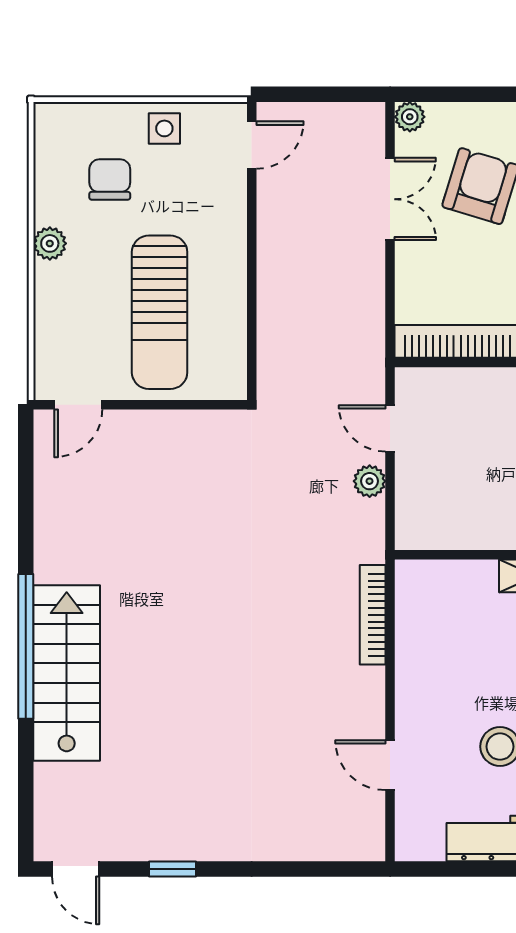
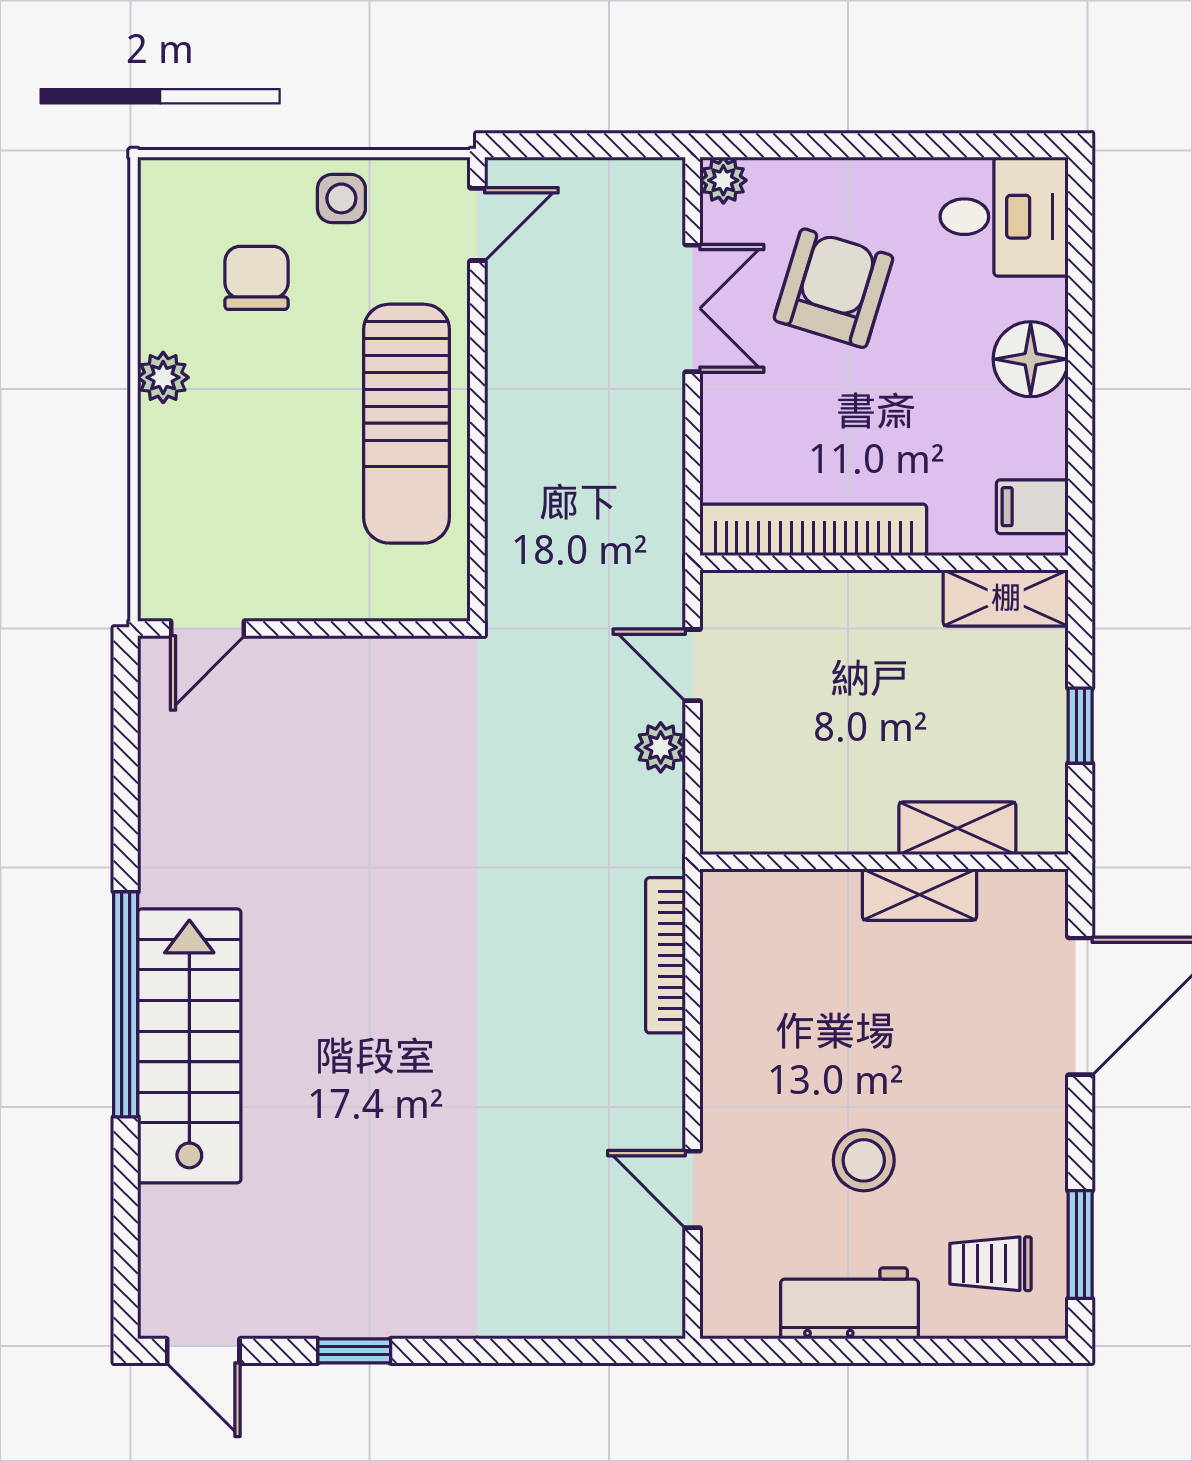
sun lounger: (160, 312) -> (406, 424), moved

